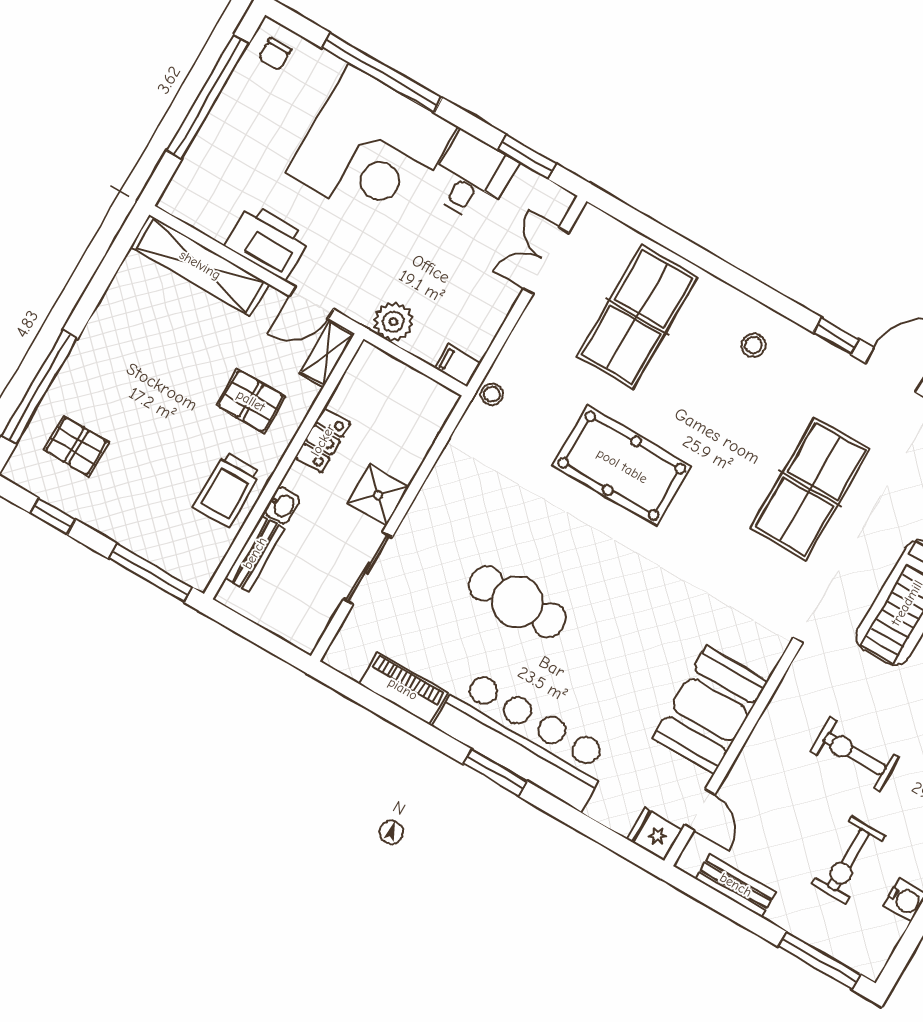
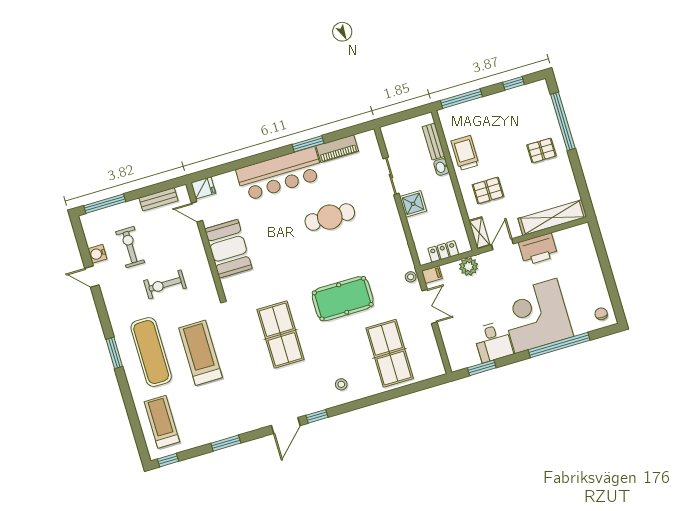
window: (208, 97) -> (608, 276), removed
double door: (546, 261) -> (429, 306), moved
locker: (323, 440) -> (443, 251), moved, turned 90
pallet: (76, 446) -> (541, 150), moved
table tennis table: (810, 489) -> (281, 335), moved
exercise bike: (855, 754) -> (165, 284), turned 180
window: (495, 772) -> (308, 144), moved

